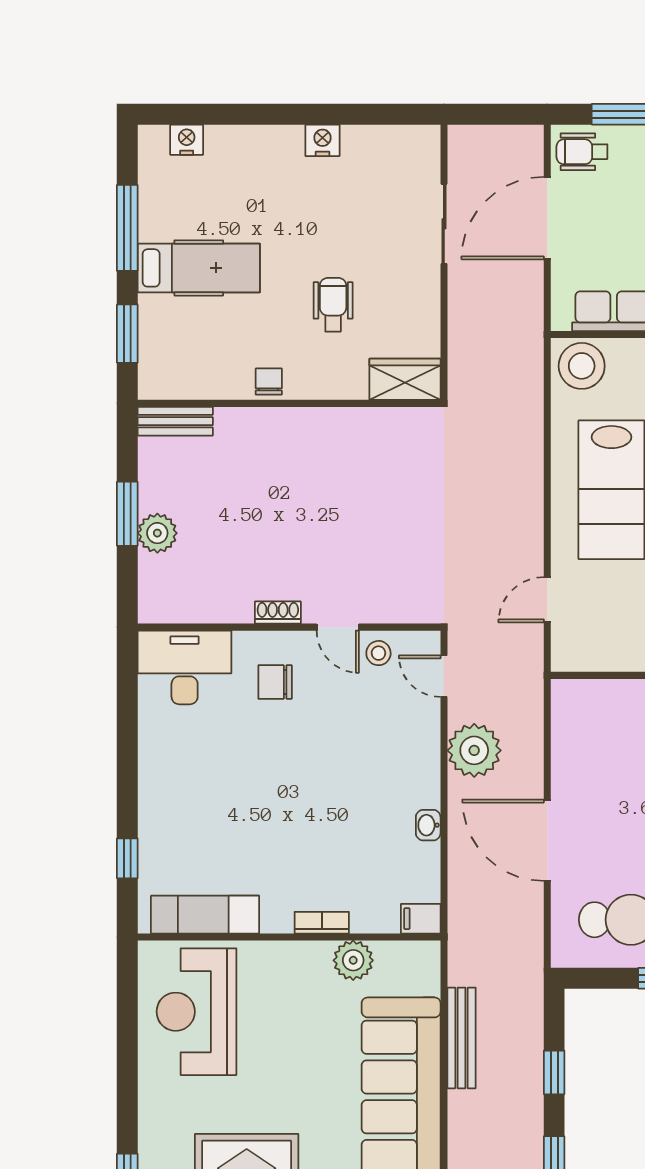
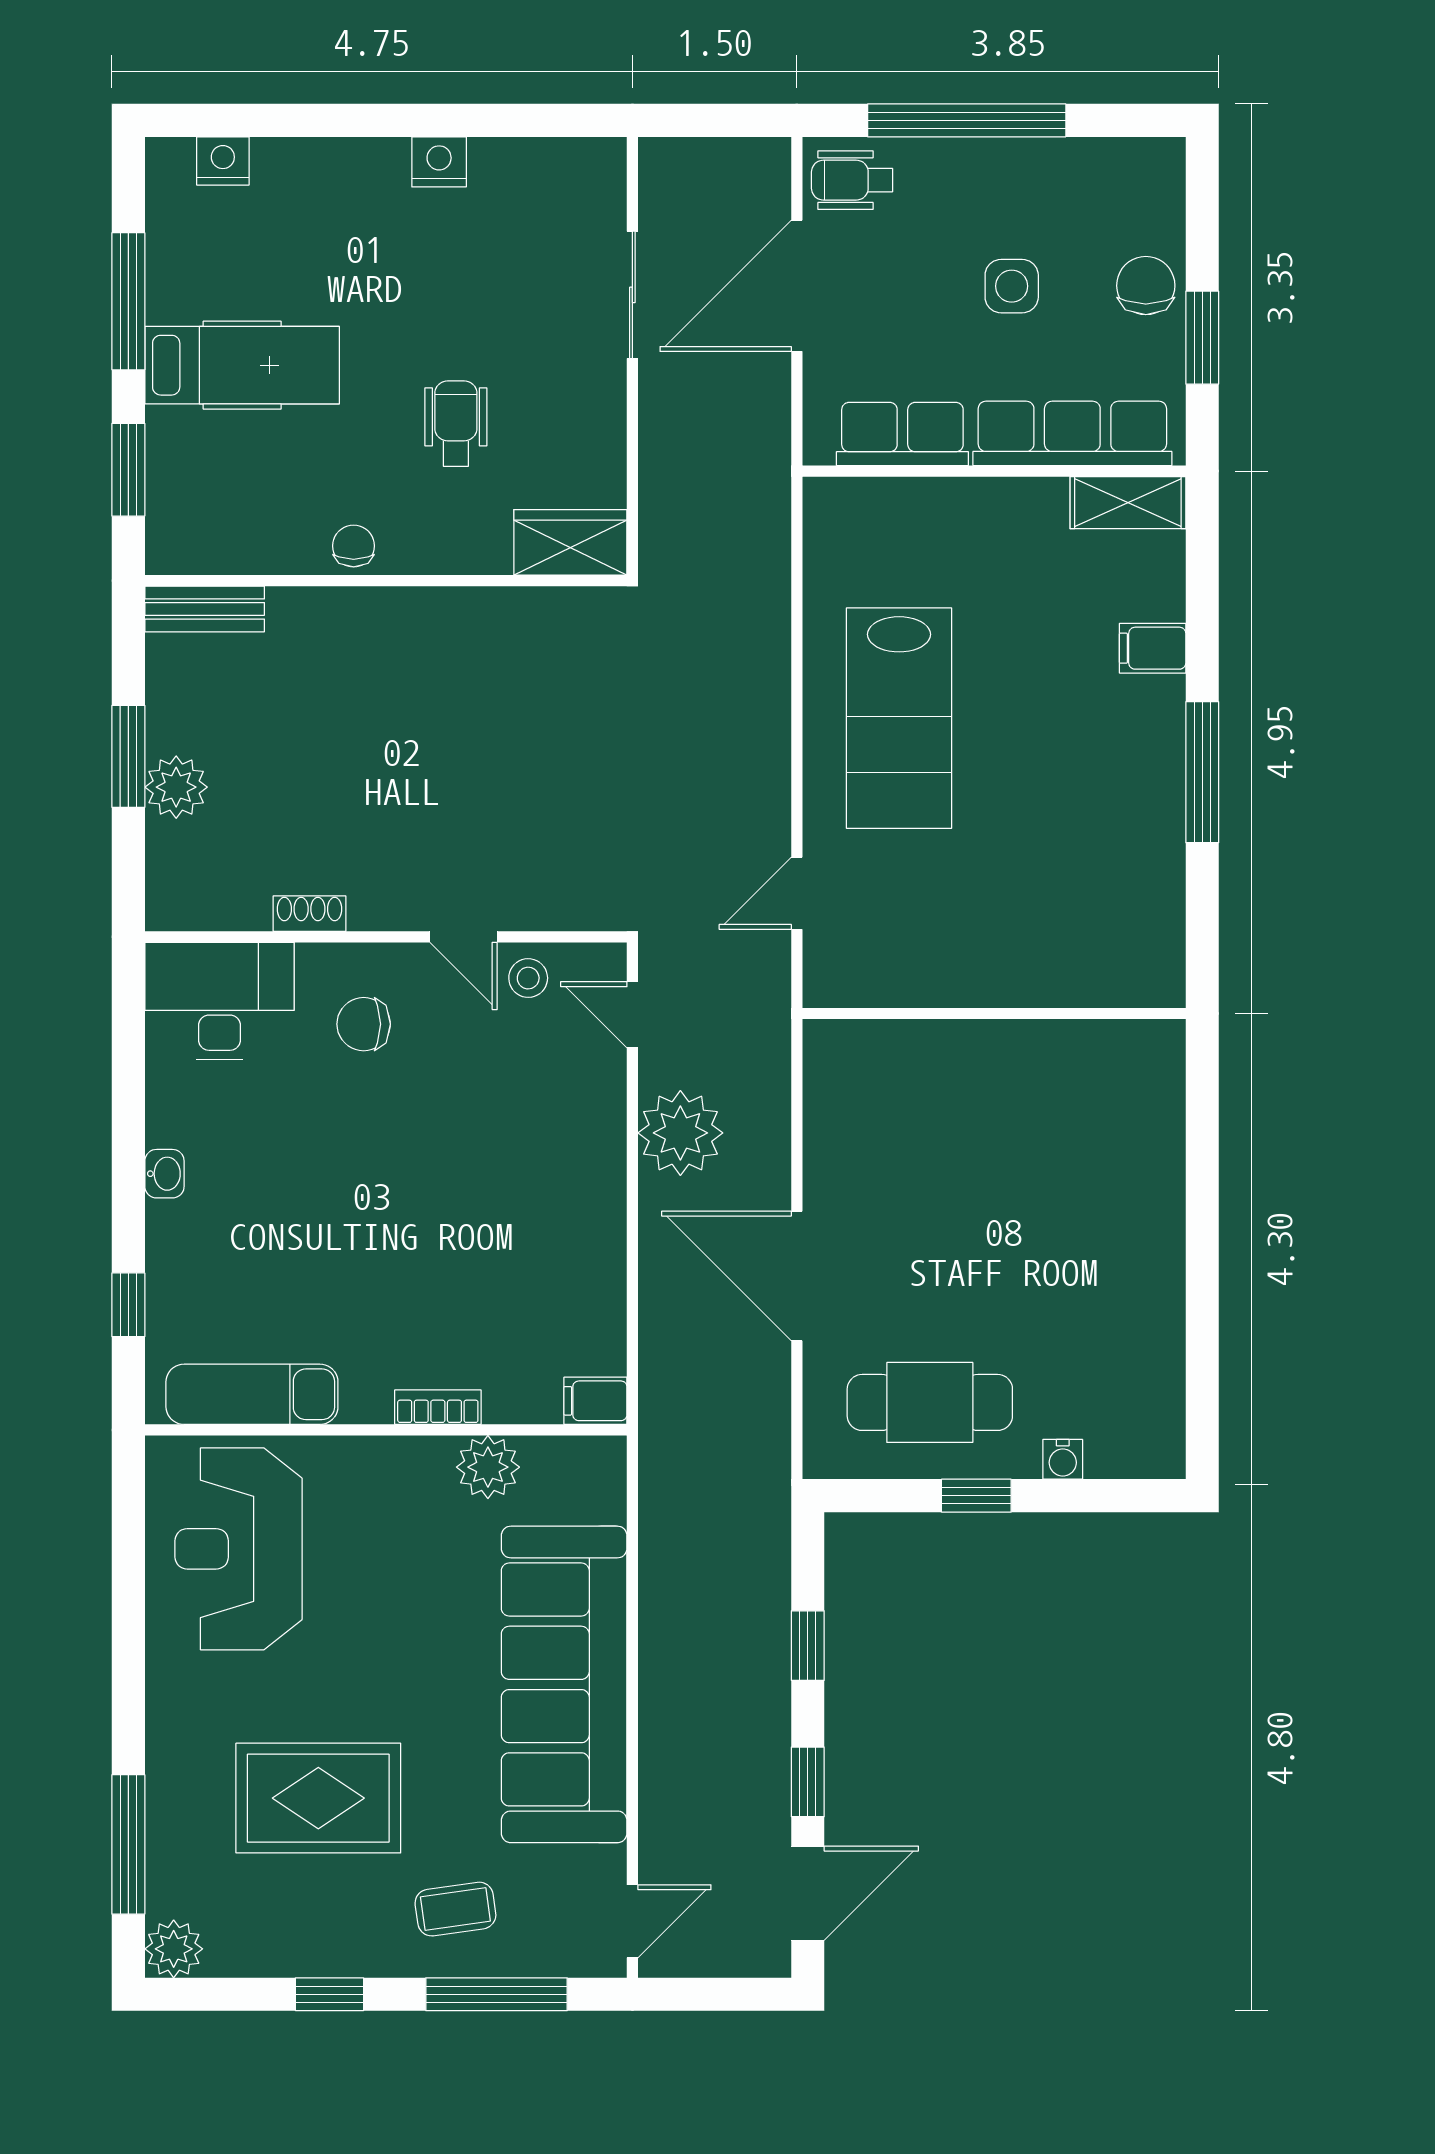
stool: (582, 366) -> (852, 521), removed
shoe rack: (278, 613) -> (309, 914), moved
washbasin: (428, 825) -> (164, 1174), moved, turned 180
bench: (462, 1038) -> (660, 1591), removed

